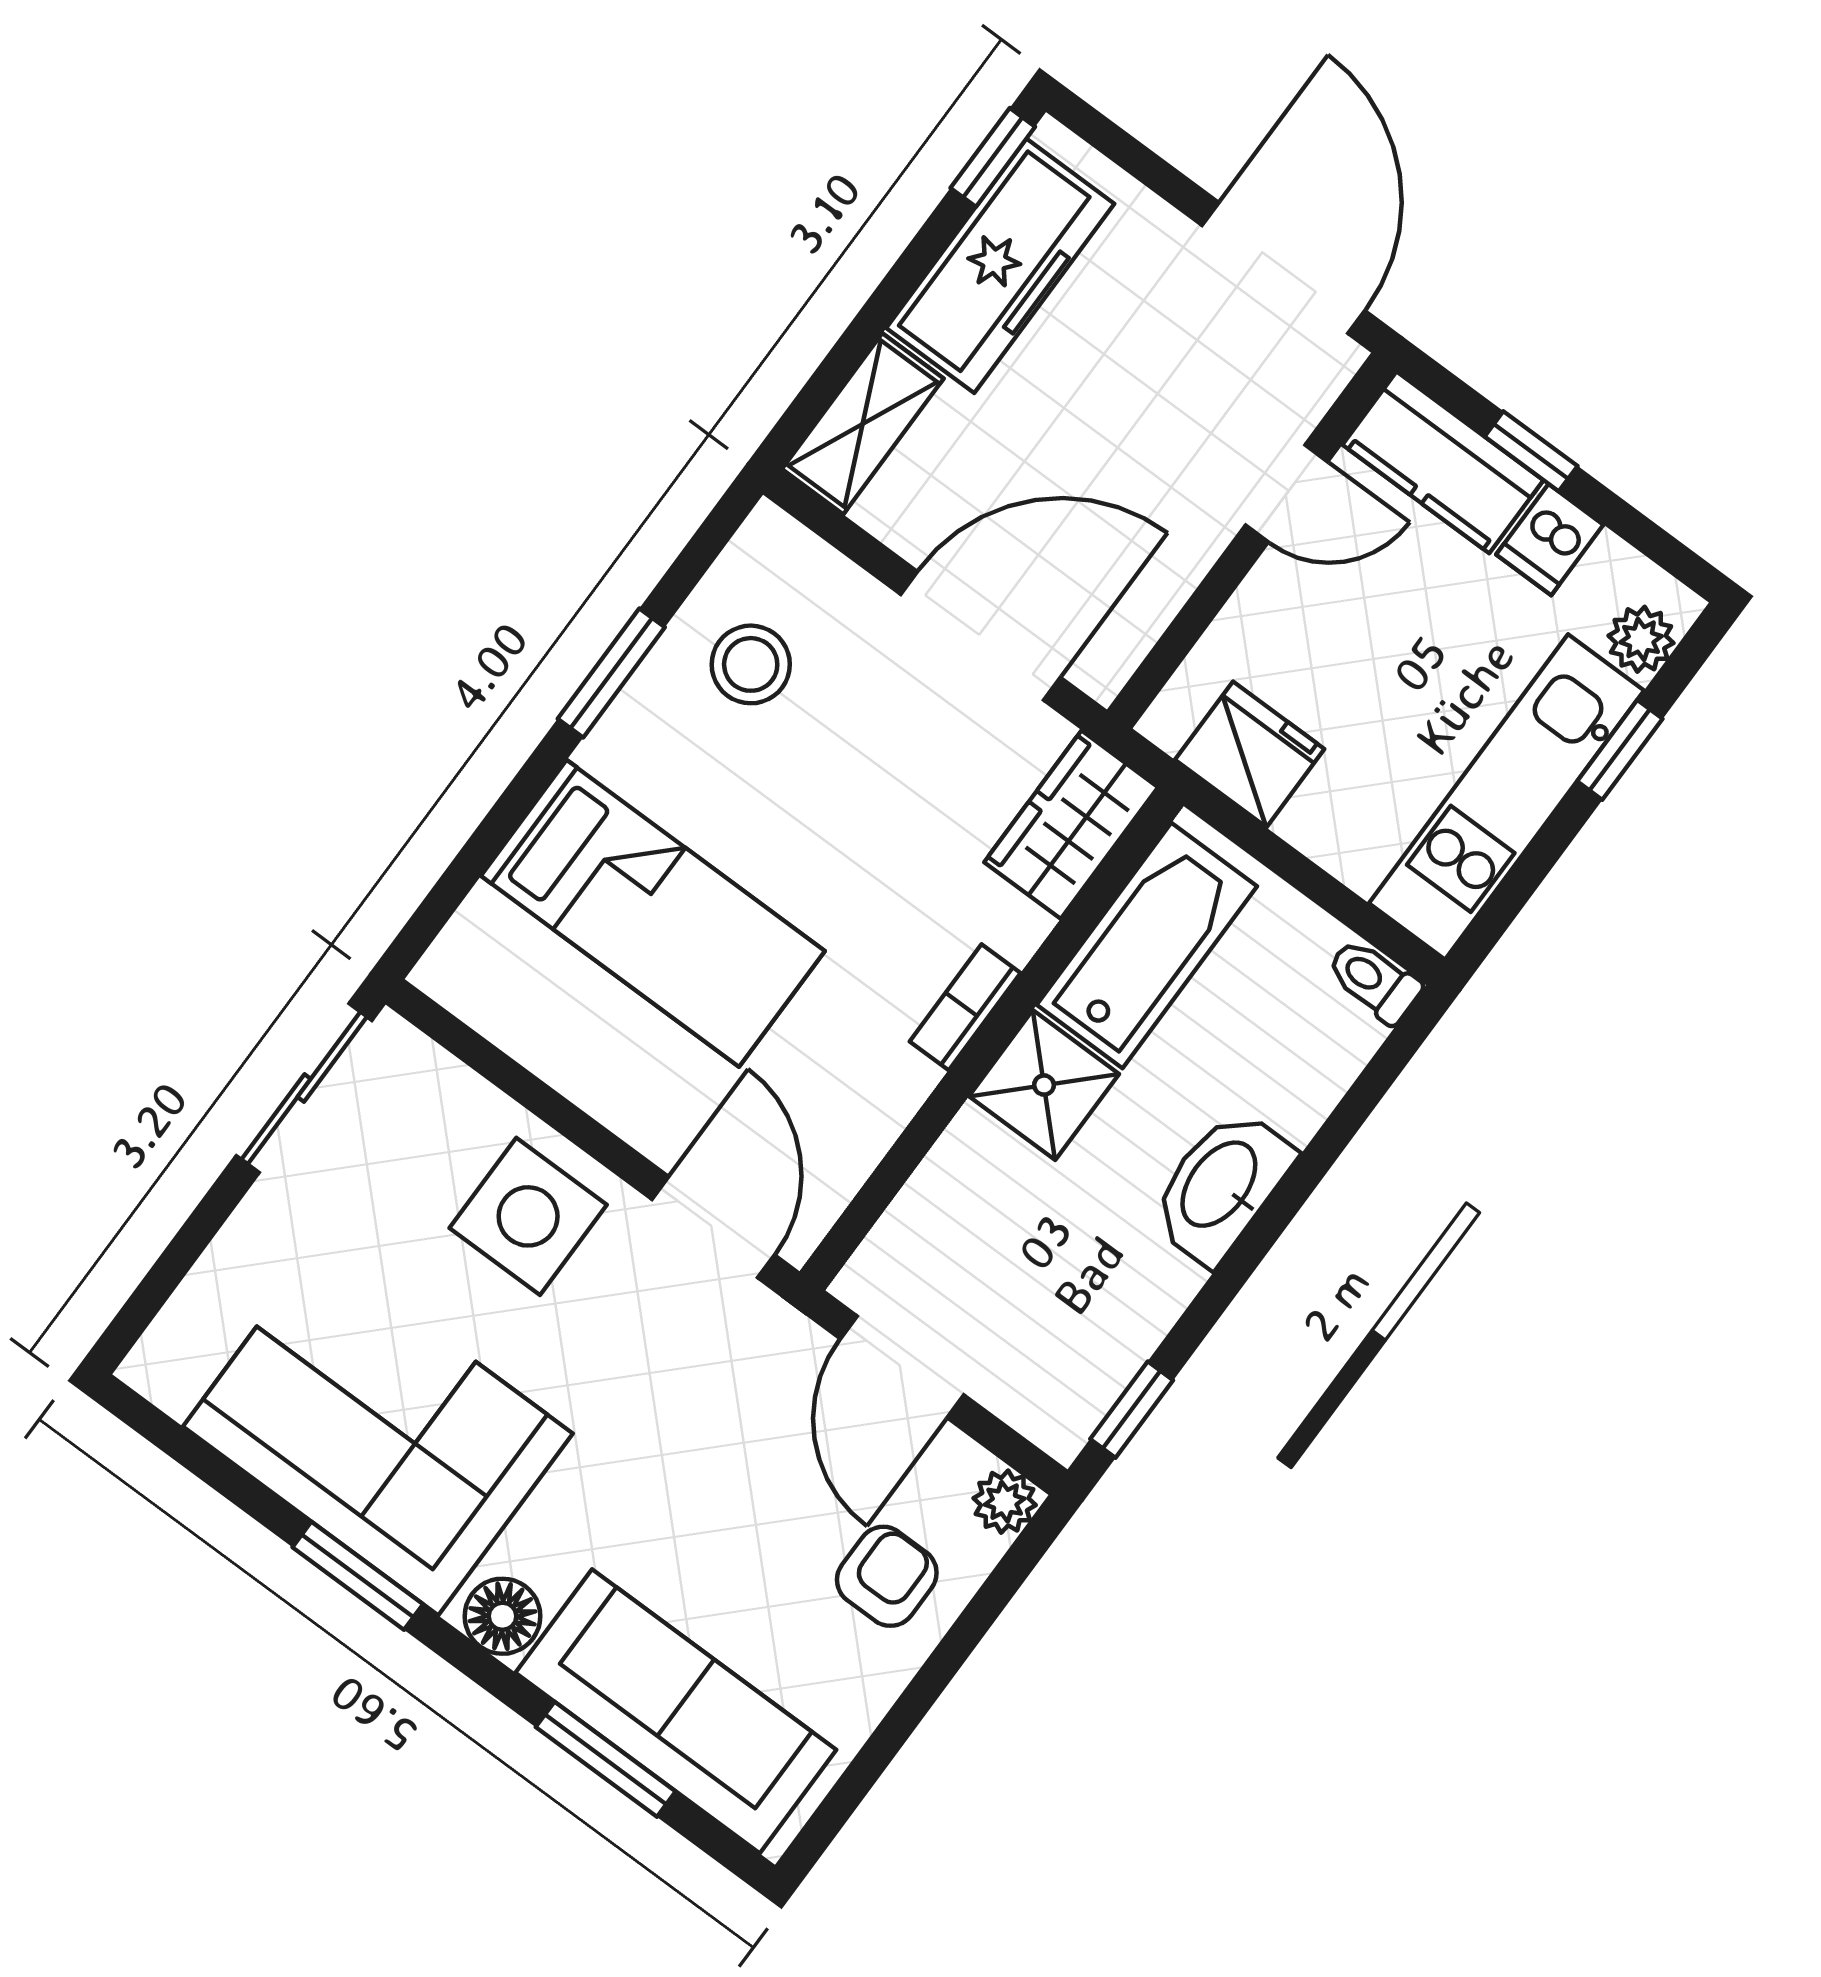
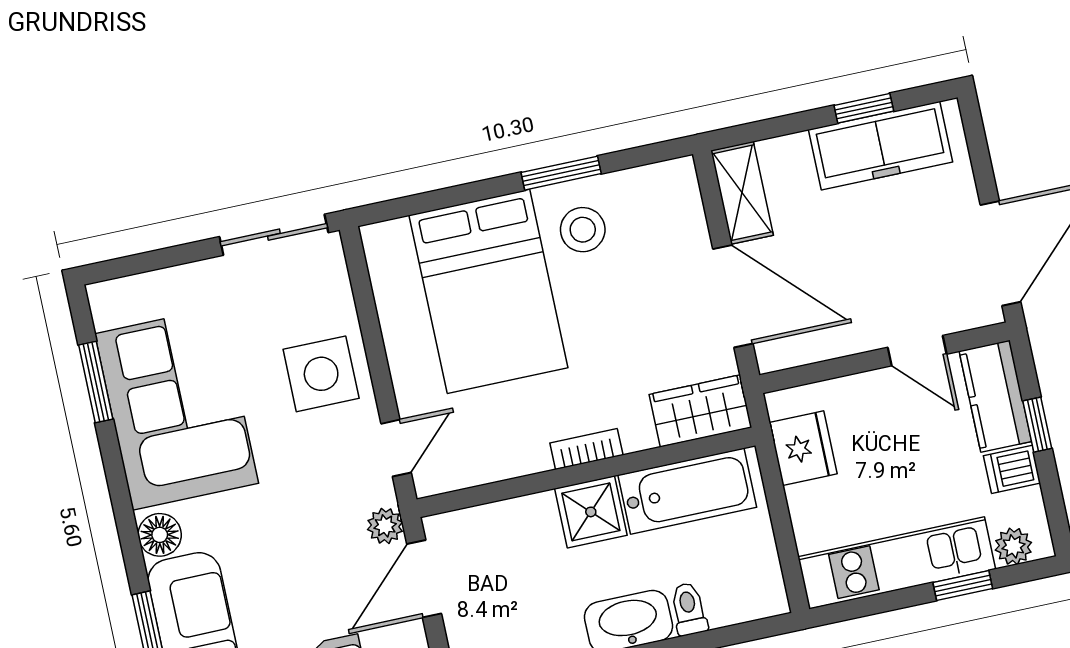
window: (993, 157) -> (864, 108), moved
shelving: (863, 424) -> (742, 193), moved, turned 90
stool: (751, 664) -> (583, 230), moved
bed: (653, 913) -> (488, 291), width x1.50
toilet: (1374, 981) -> (689, 609), moved
door: (713, 1227) -> (396, 448), width x0.73
plant: (789, 1343) -> (385, 526), added
window: (358, 1576) -> (96, 382), moved

